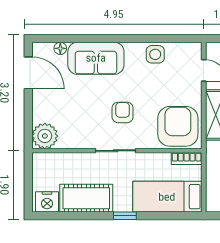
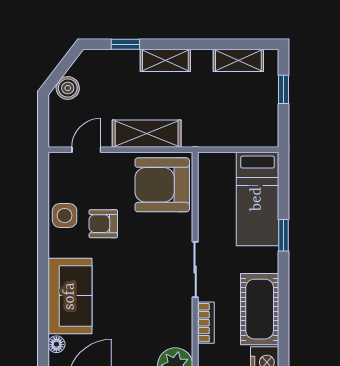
armchair: (123, 112) -> (103, 224), moved
bookcase: (187, 159) -> (206, 323), moved
window: (125, 216) -> (283, 235), moved

